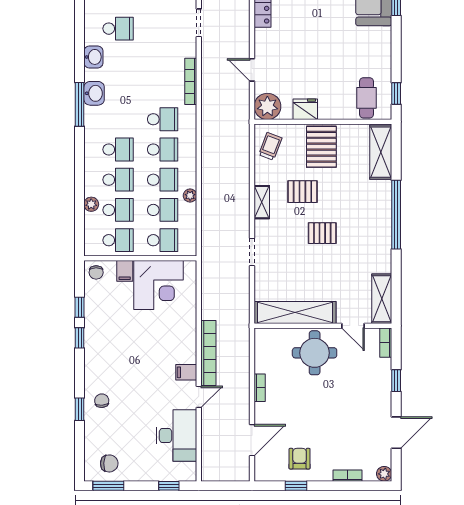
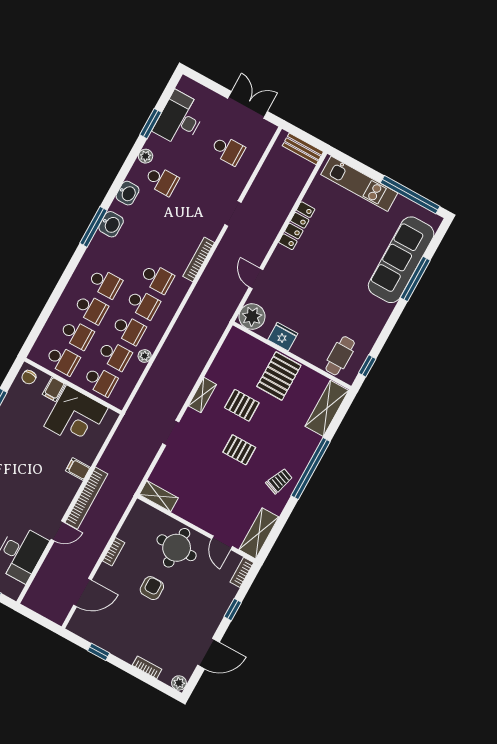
trolley: (270, 146) -> (279, 481), moved
plant: (91, 204) -> (146, 156), moved
shelving: (295, 312) -> (159, 496), width x0.45, depth x0.75
filing cabinet: (186, 372) -> (78, 469), moved
armchair: (300, 459) -> (152, 588), moved

